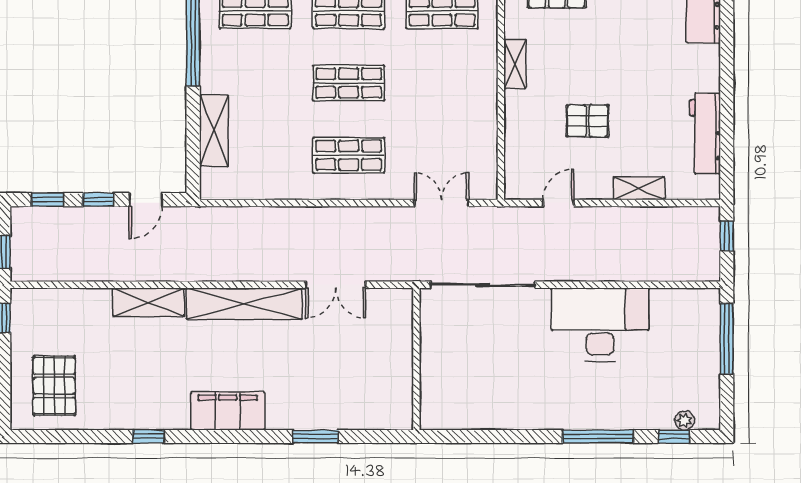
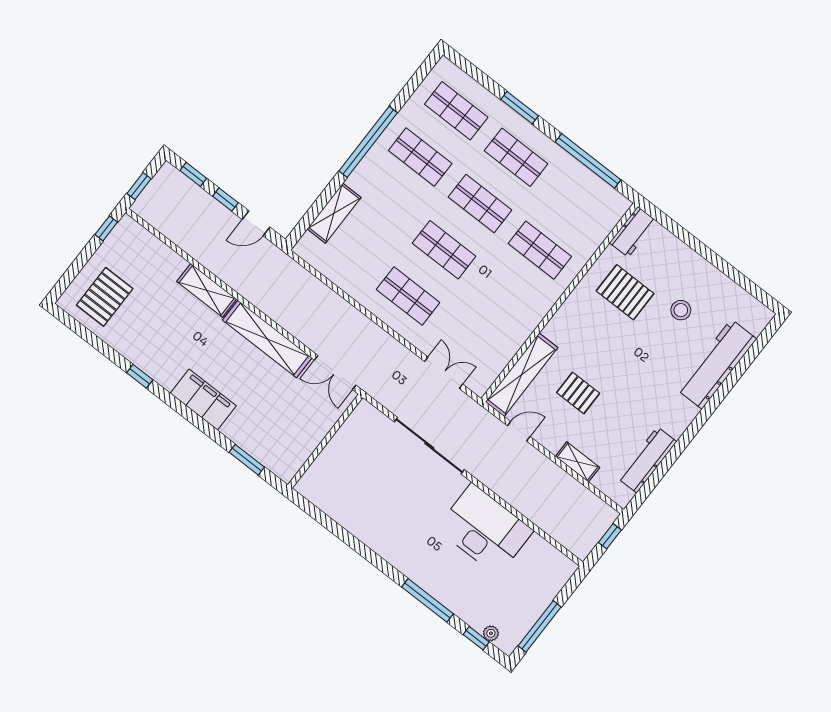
shelving: (515, 64) -> (522, 375), moved, width x2.20, depth x1.33
window: (727, 339) -> (540, 626), moved
wall: (416, 359) -> (325, 441), moved

